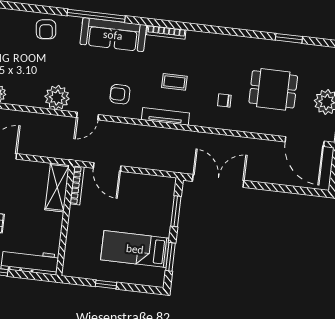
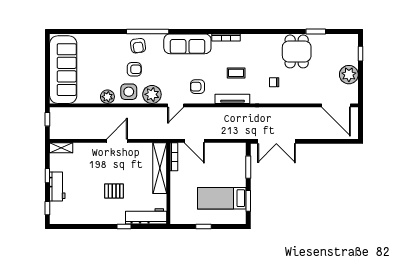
window: (96, 16) -> (148, 31), moved
armchair: (37, 61) -> (134, 69), added
dining table: (273, 89) -> (297, 51), moved, turned 90
side table: (26, 90) -> (129, 92), added
double door: (218, 181) -> (276, 141), swing flipped
shelving: (57, 187) -> (160, 168), width x1.47

